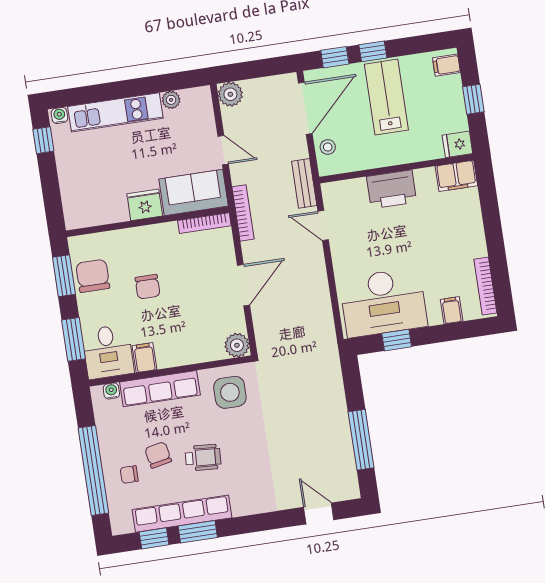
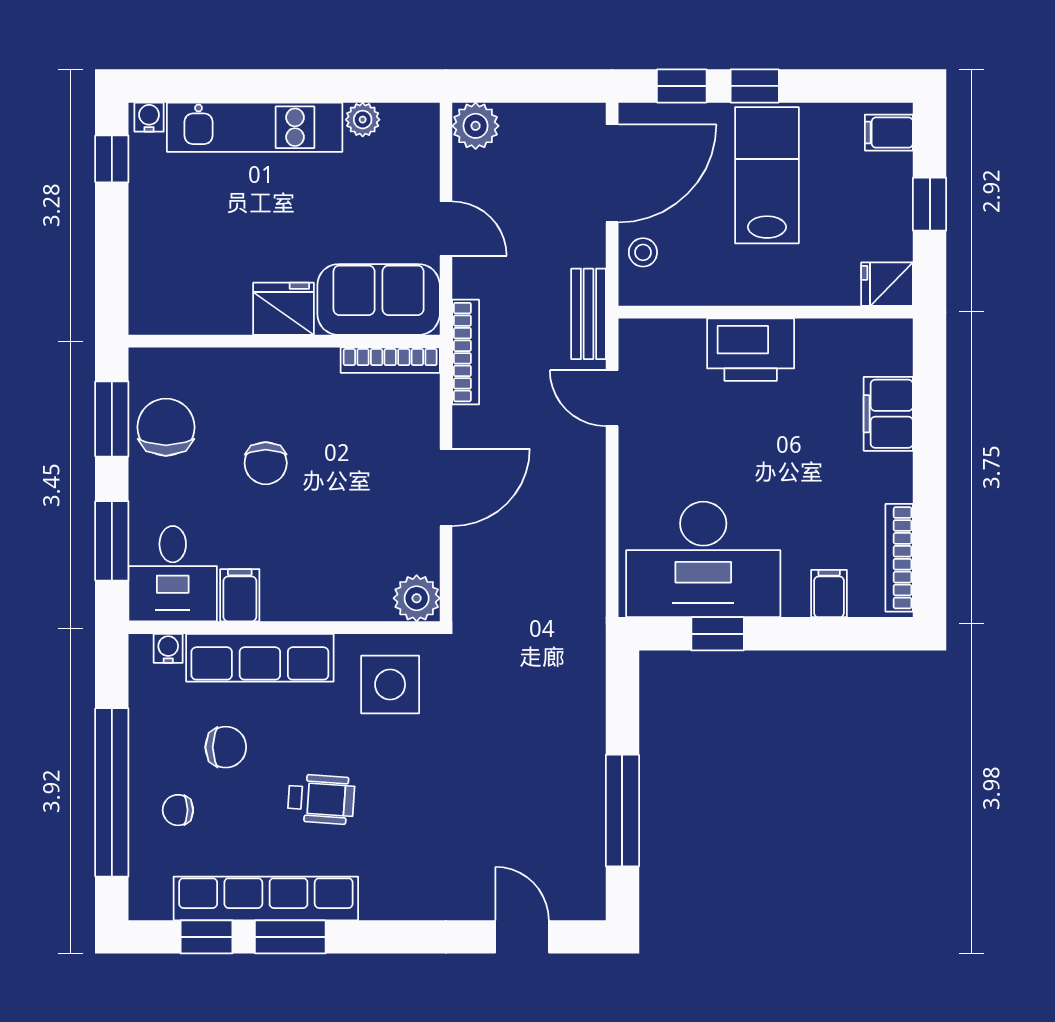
filing cabinet: (456, 176) -> (888, 414), moved, turned 90
chair: (158, 455) -> (226, 747), moved, turned 101

